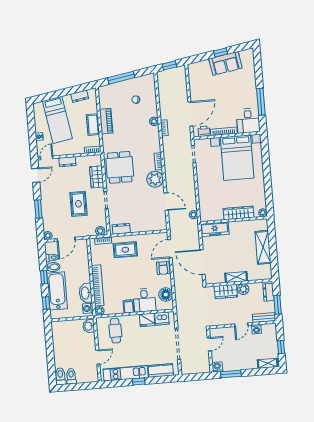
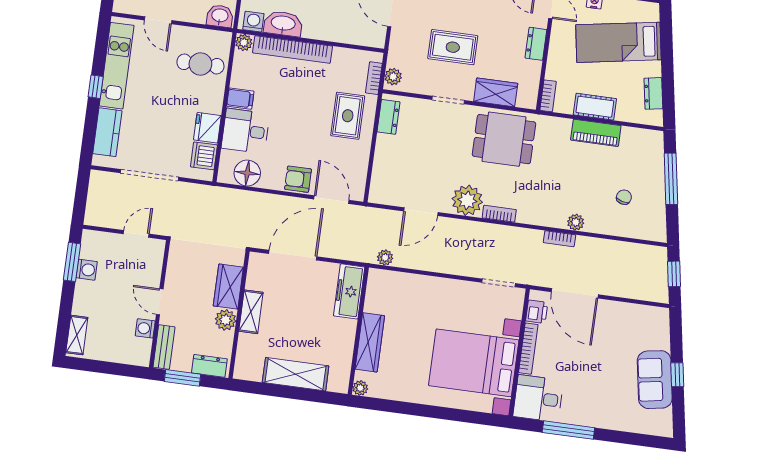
door: (209, 344) -> (136, 234), swing flipped
window: (281, 347) -> (102, 367), removed
washing machine: (217, 367) -> (87, 270), moved

